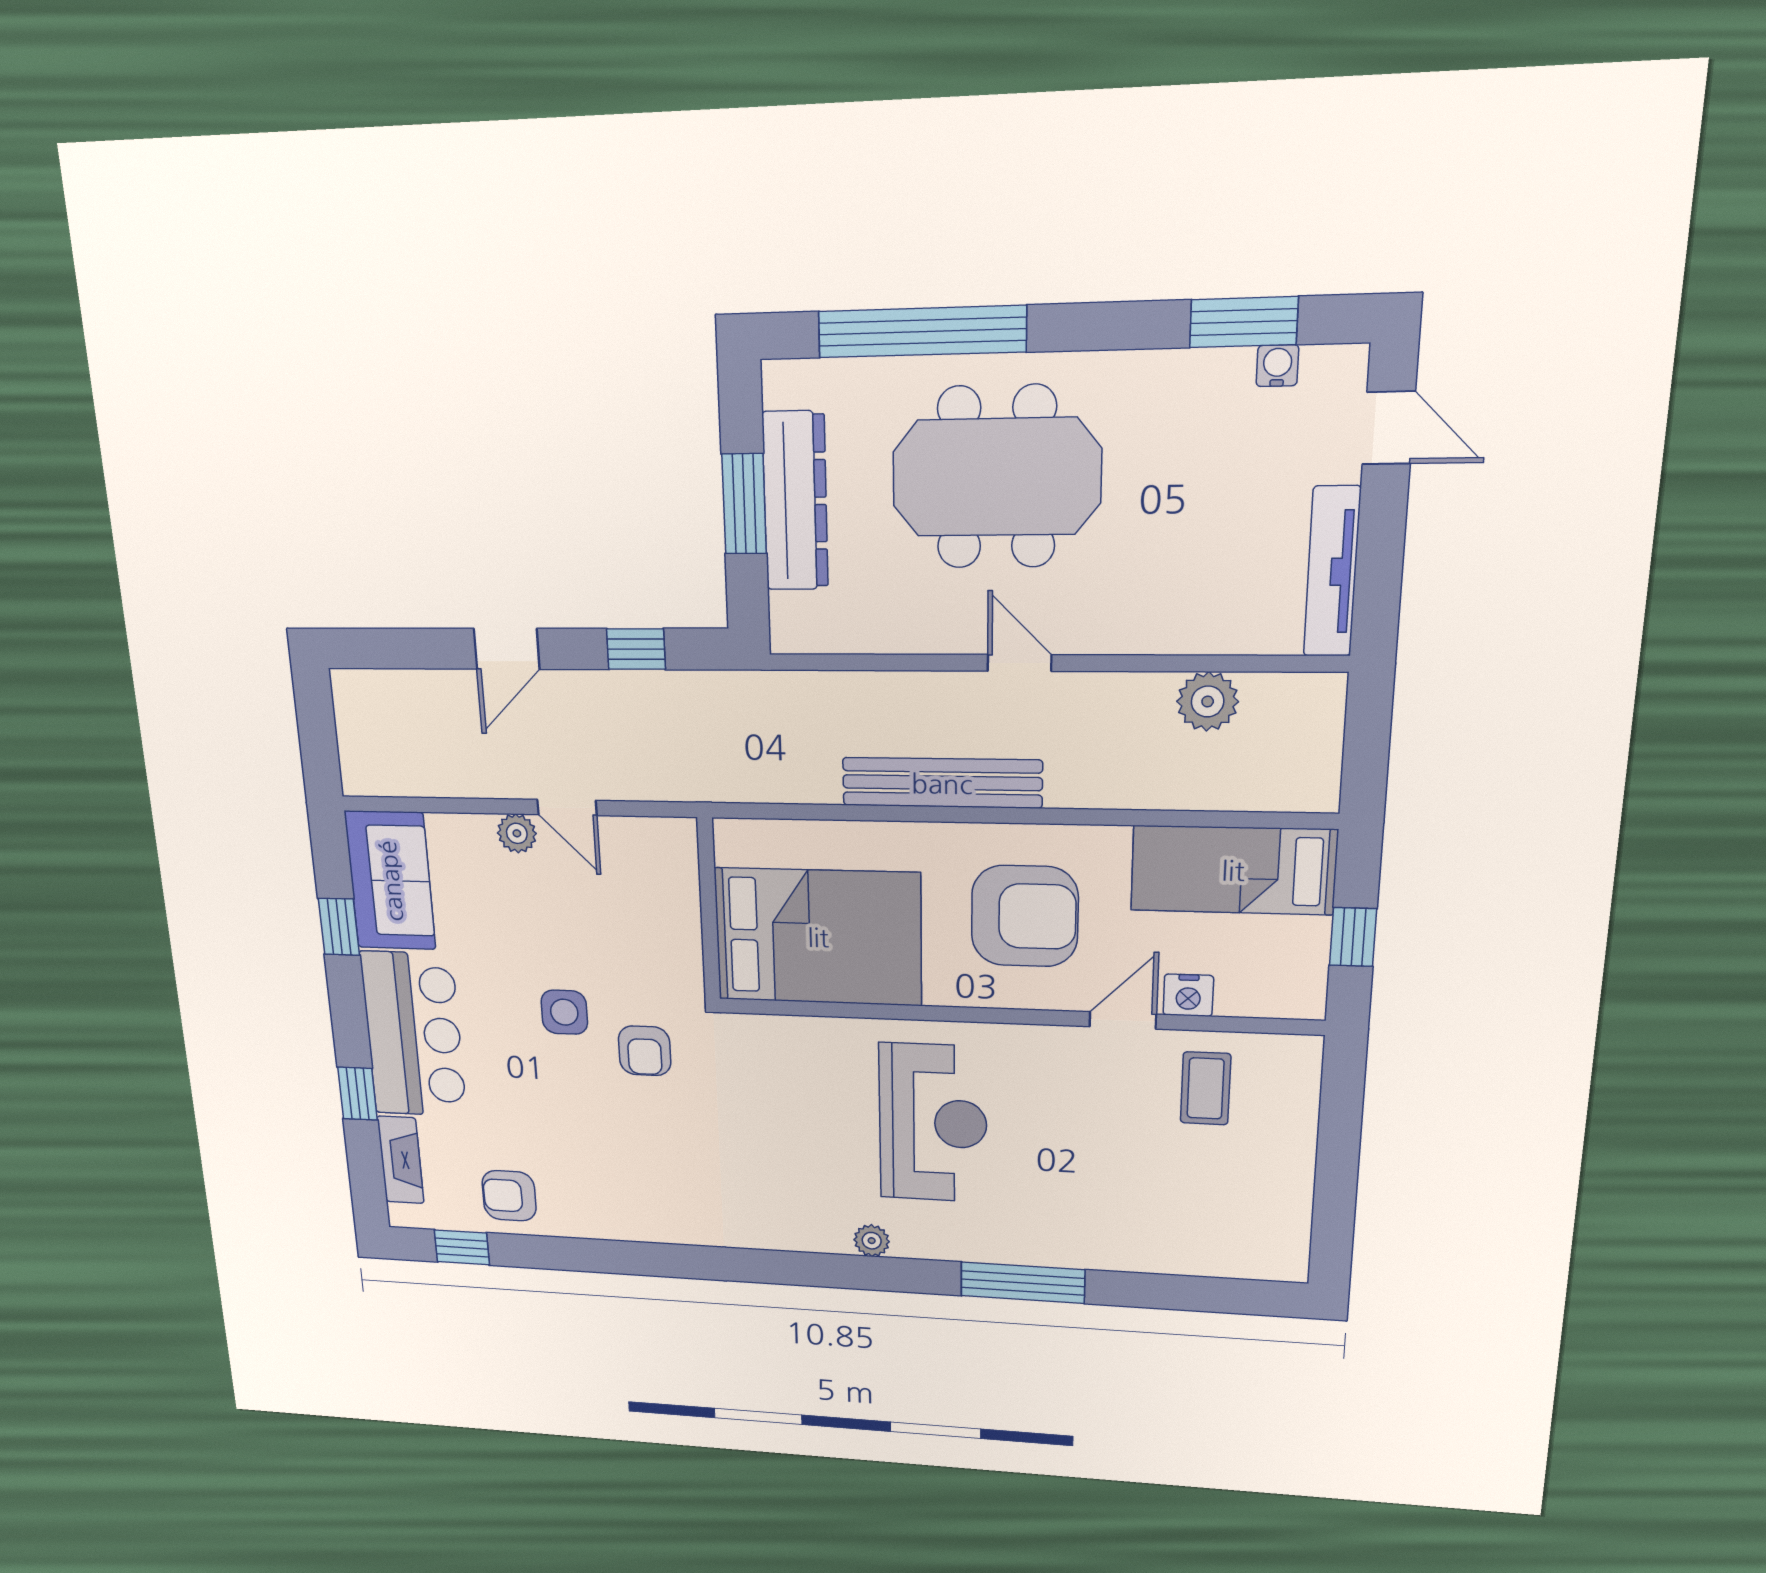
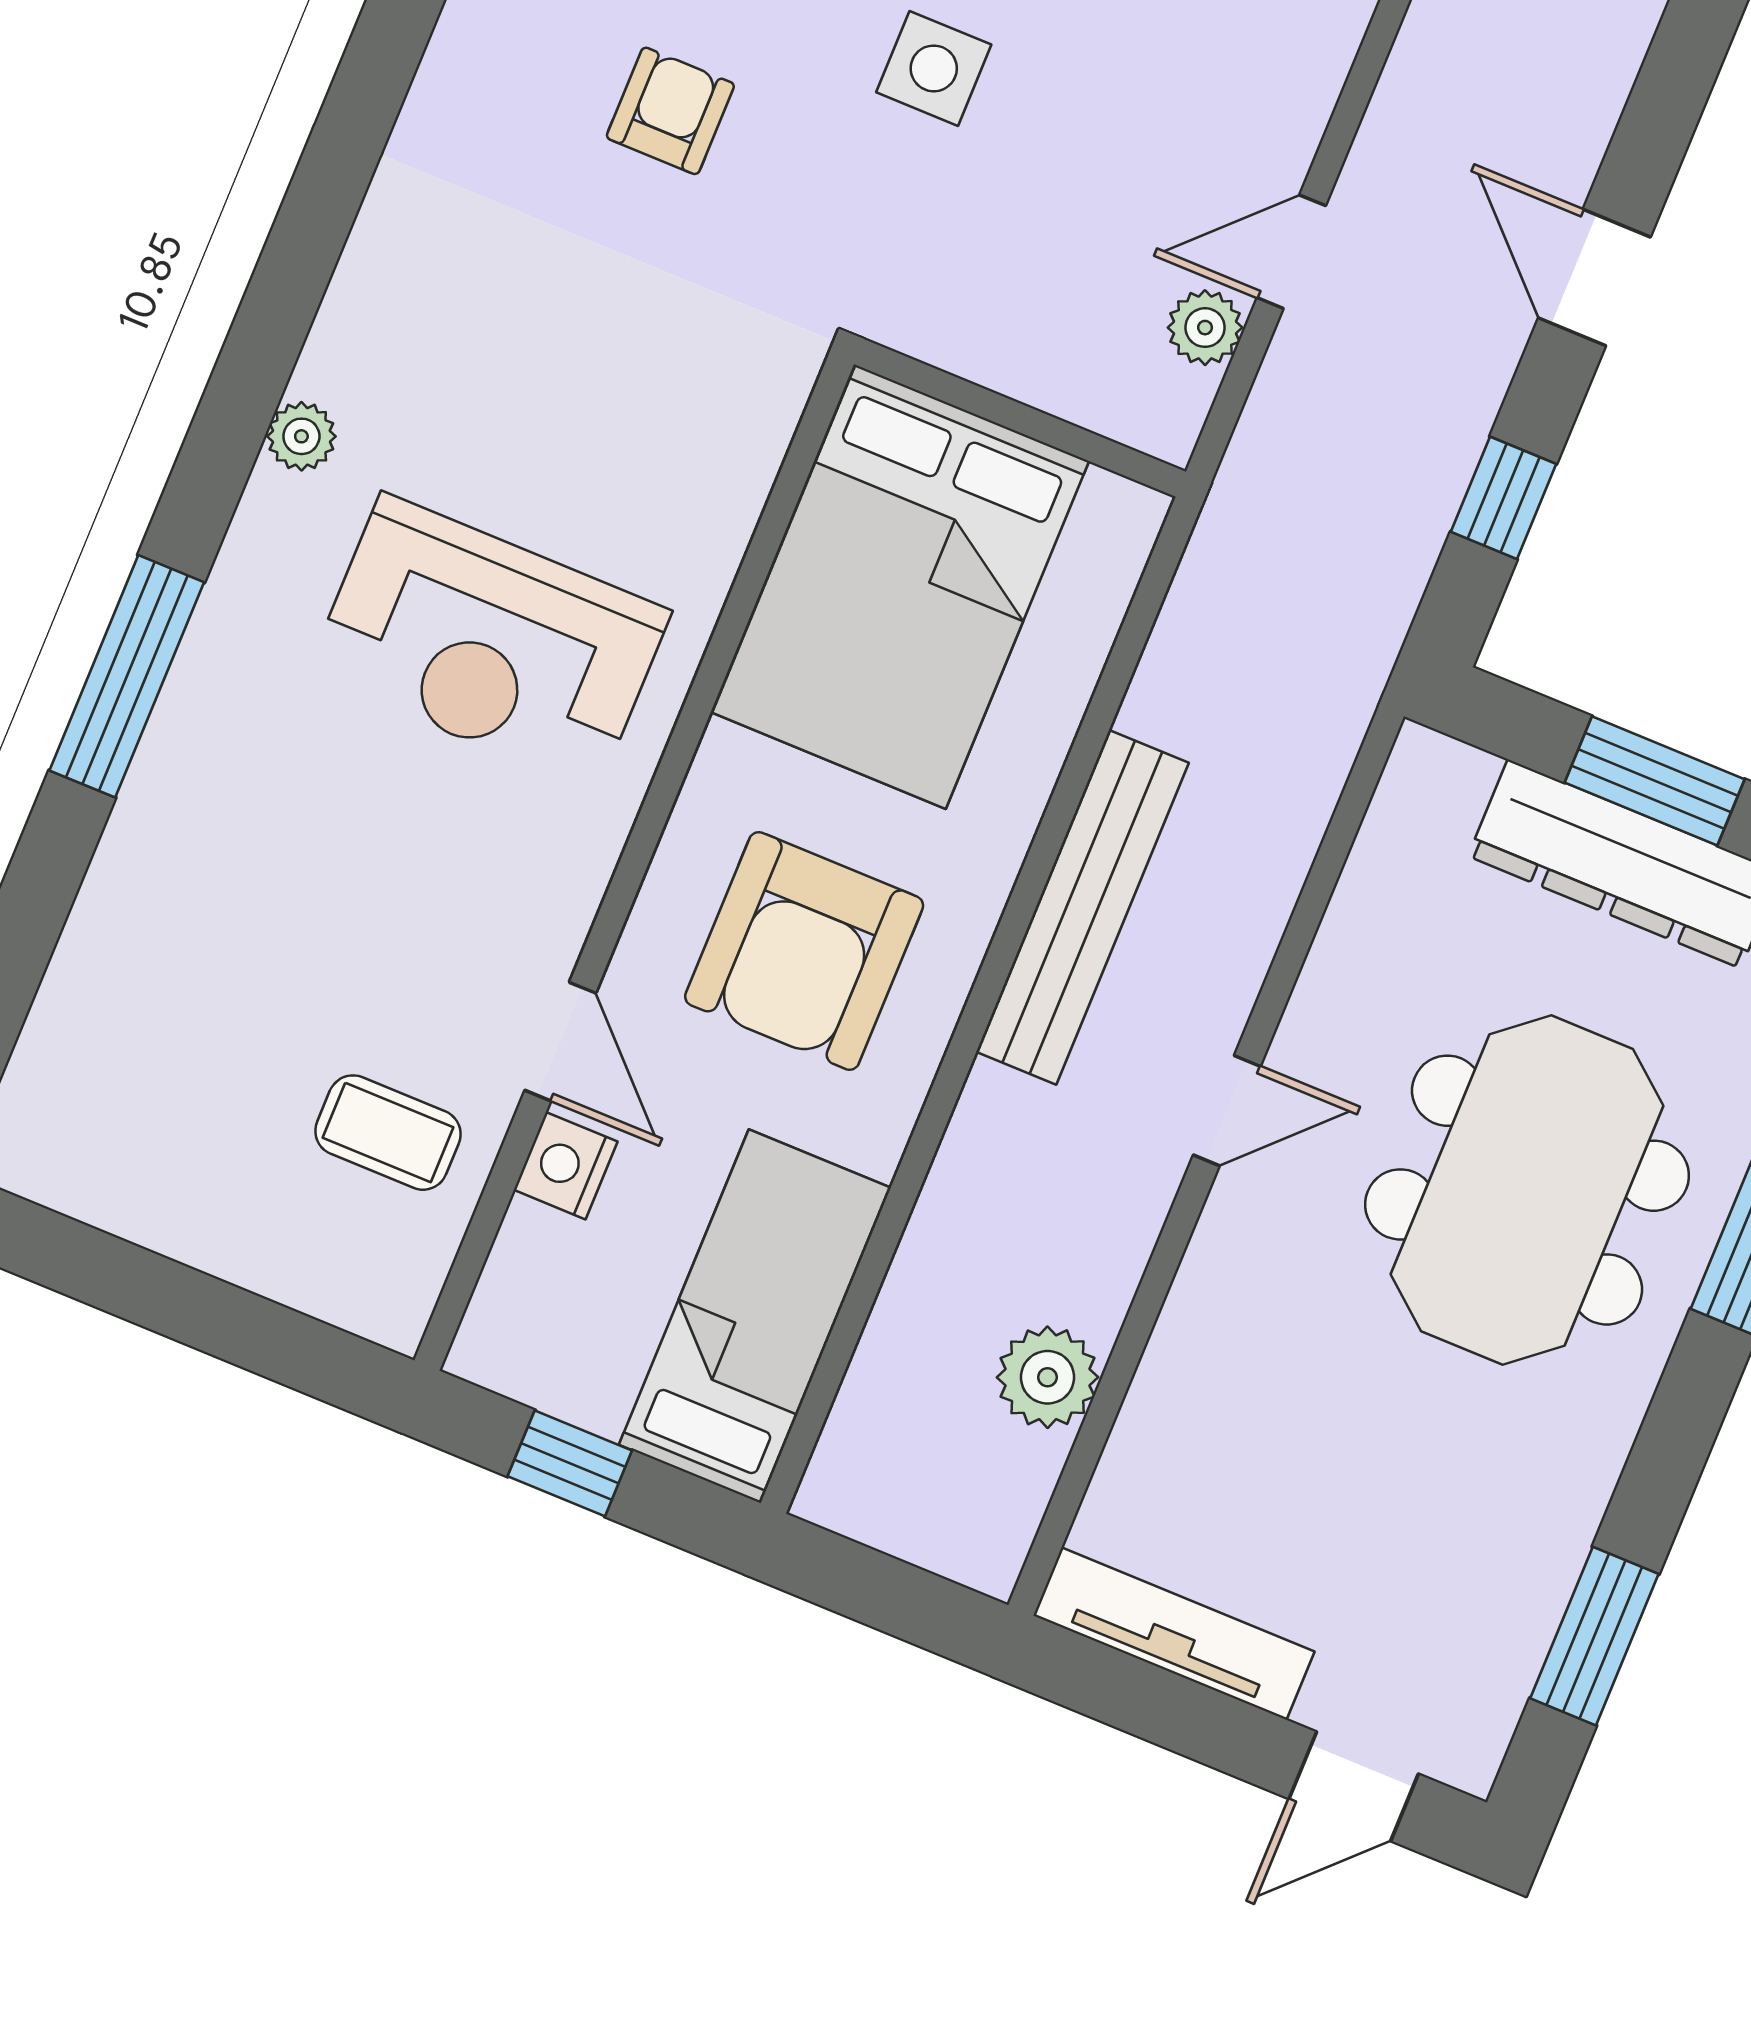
water cooler: (1277, 366) -> (1512, 1661), removed
plant: (517, 833) -> (1205, 328), moved
armchair: (645, 1051) -> (670, 111), moved, turned 90

